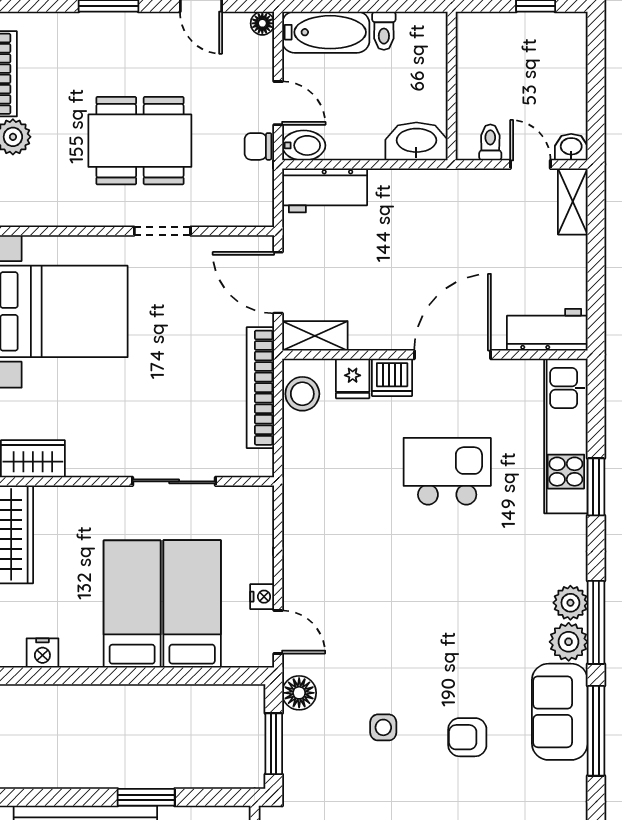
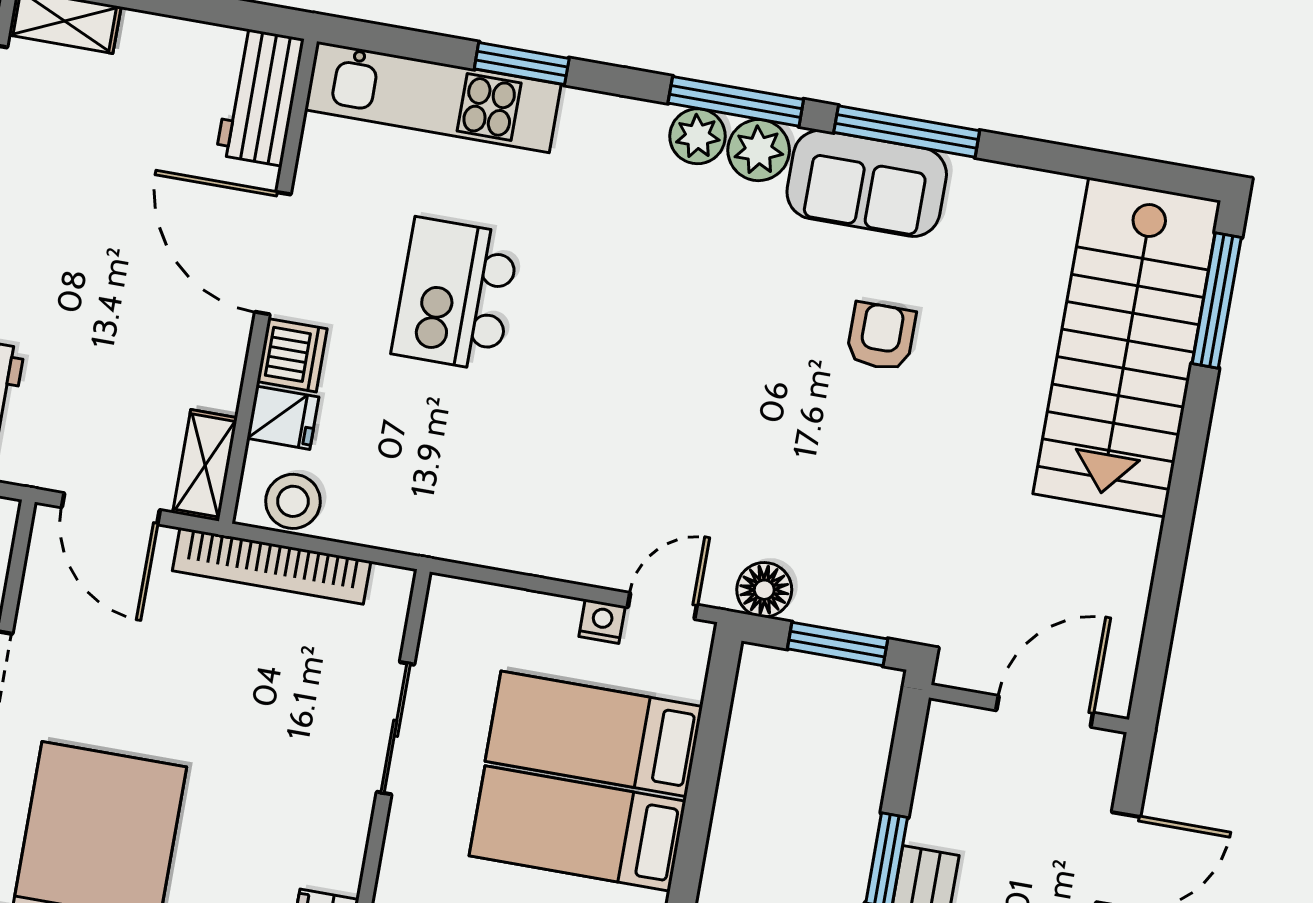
door: (278, 283) -> (111, 509), hinge flipped
side table: (383, 727) -> (842, 466), removed
armchair: (467, 737) -> (881, 336), turned 180

